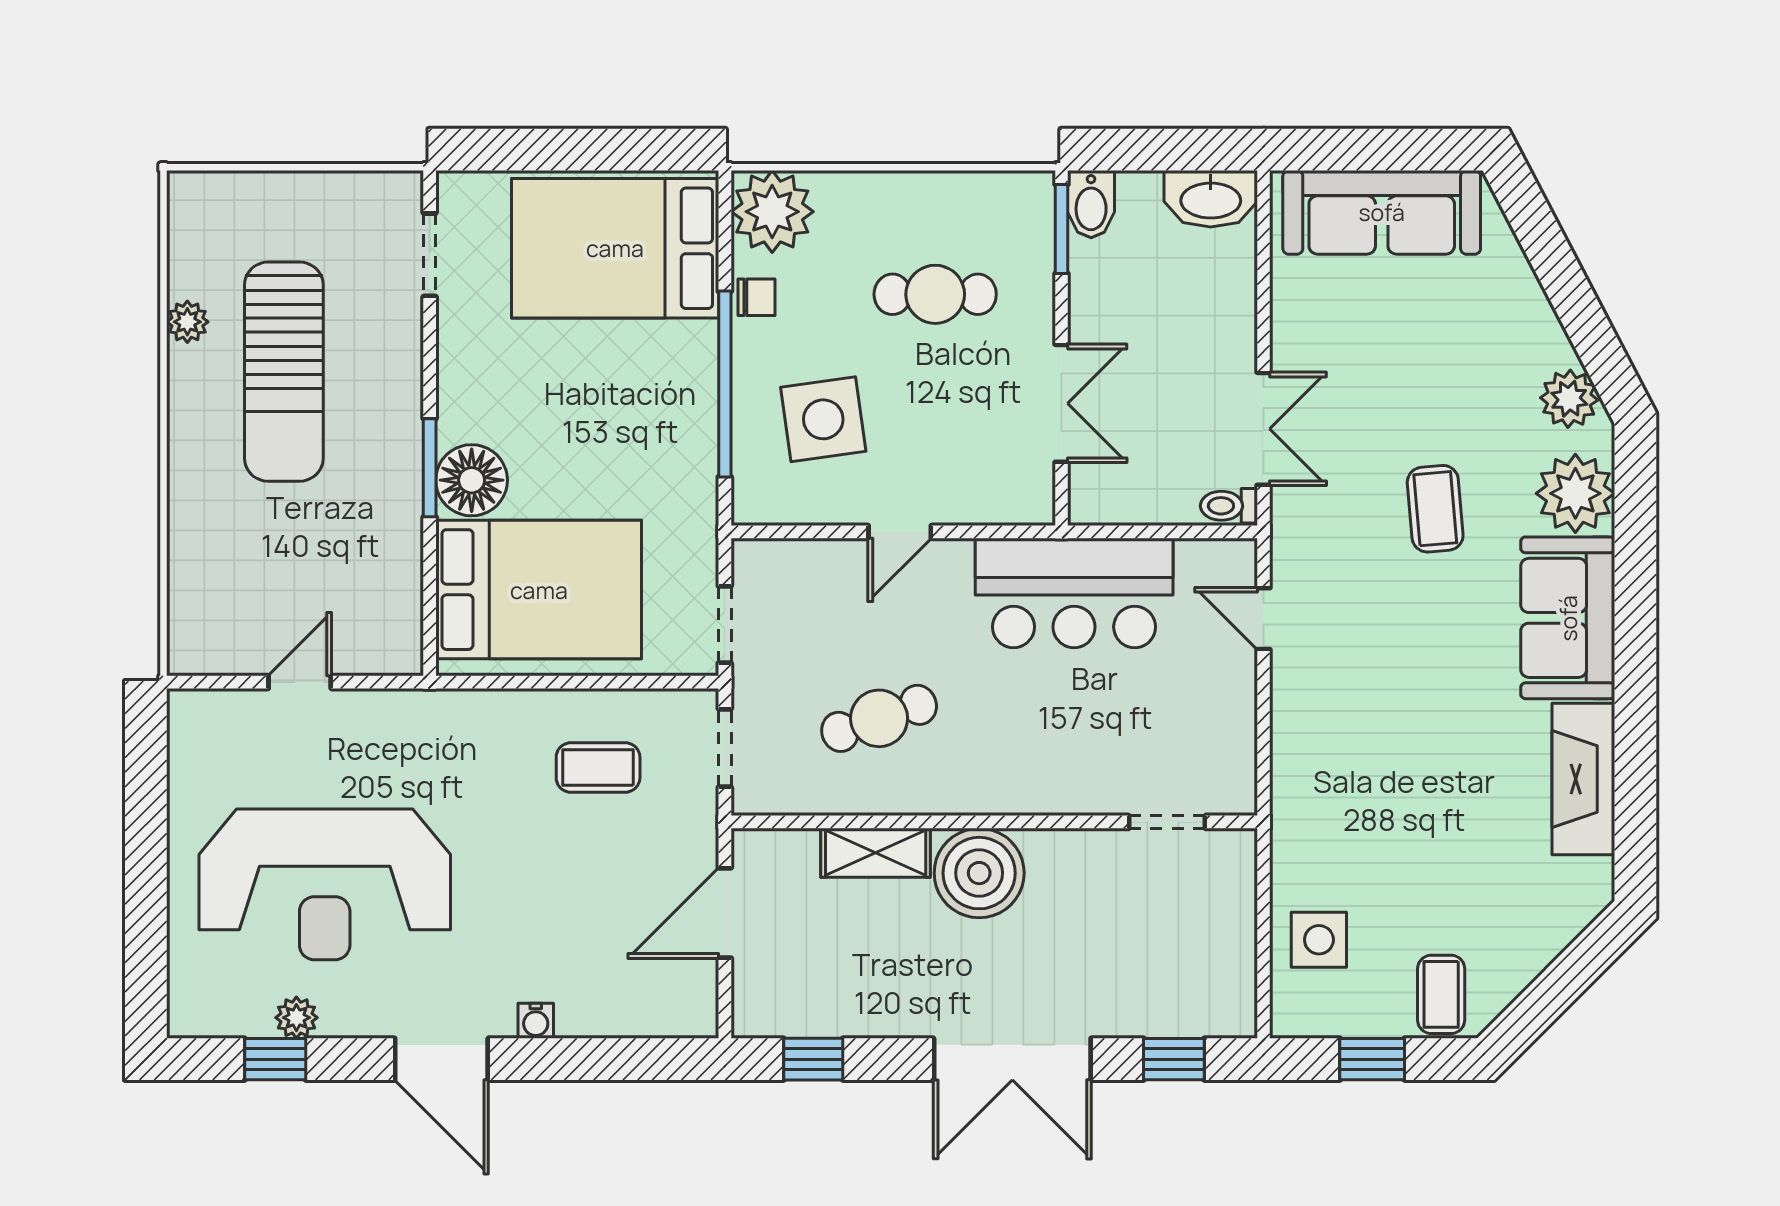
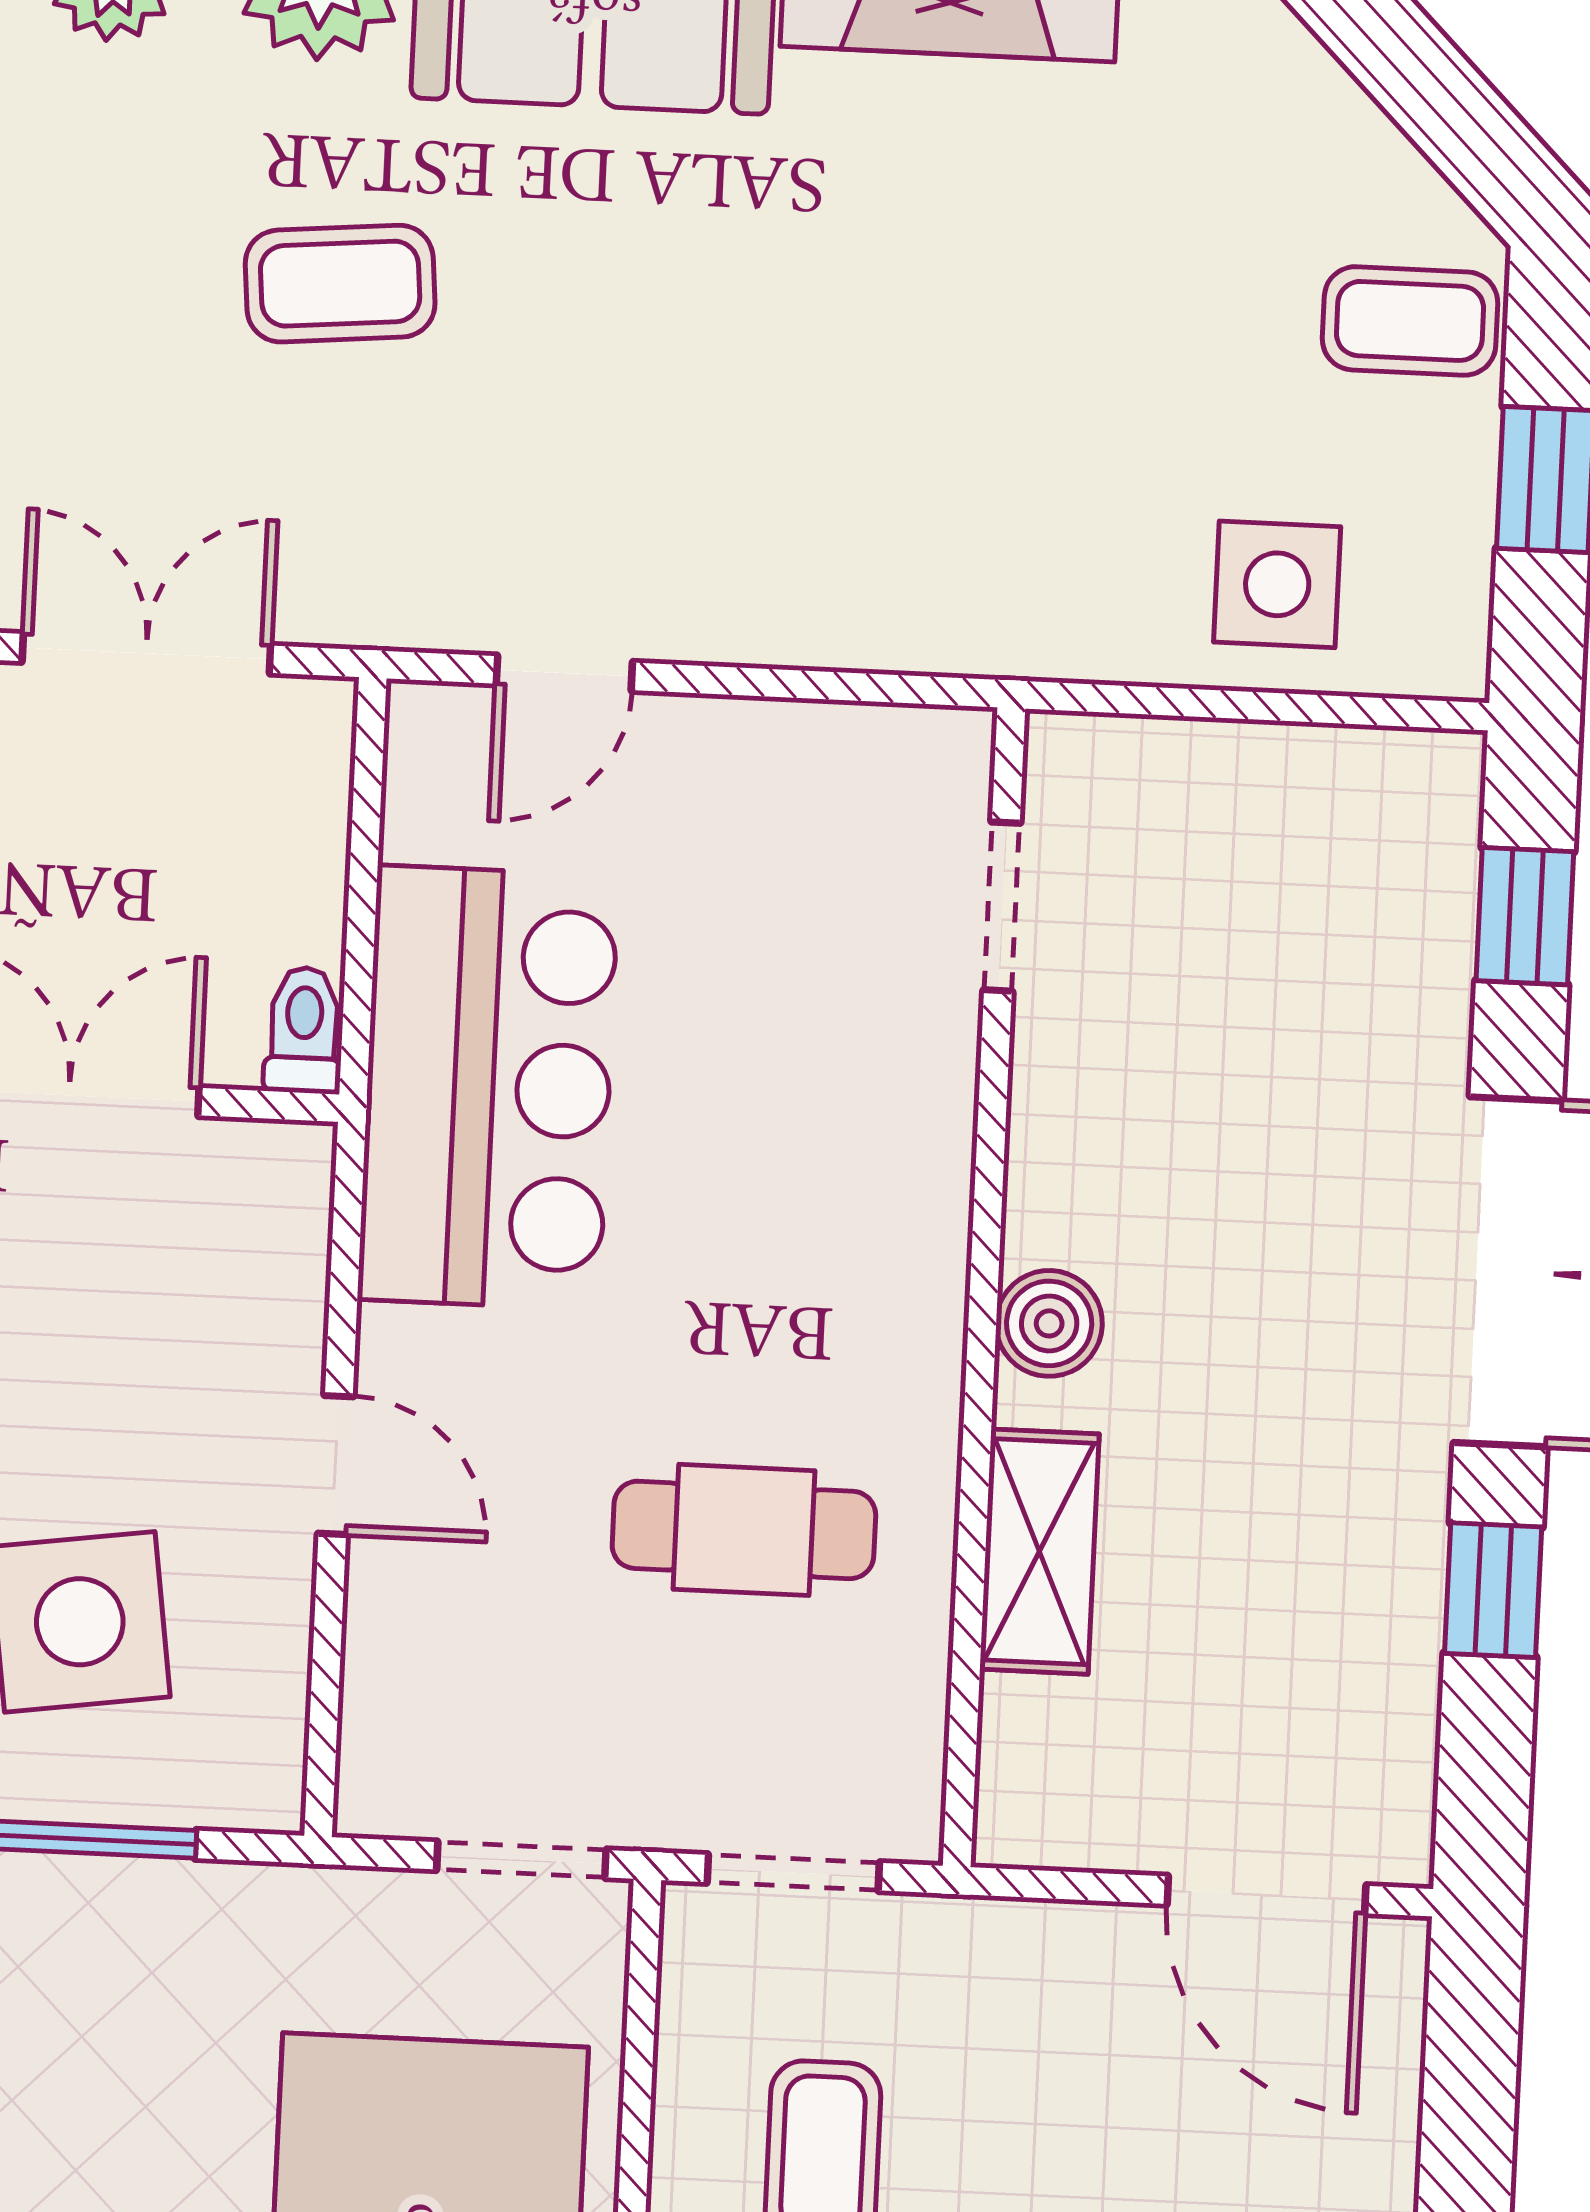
toilet: (1229, 506) -> (304, 1030), moved, turned 180
cafe table: (879, 718) -> (744, 1530), turned -71
boiler: (979, 873) -> (1049, 1323), width x0.54, depth x0.54
door: (725, 913) -> (1266, 1895), moved
window: (813, 1059) -> (1493, 1590), moved

